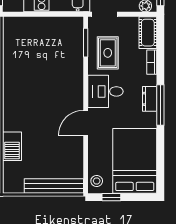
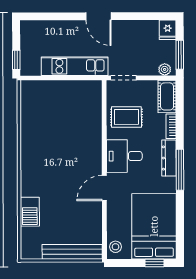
window: (86, 43) -> (104, 107), removed
rug: (108, 53) -> (126, 117), turned 90
dresser: (150, 99) -> (169, 158), width x1.44
window: (111, 197) -> (154, 263), moved

